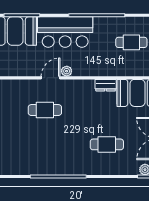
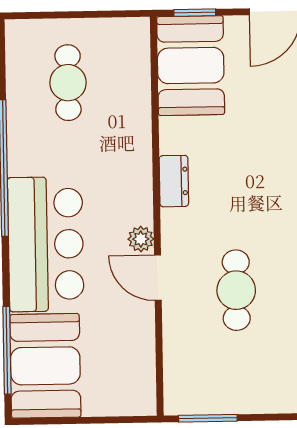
dresser: (106, 85) -> (174, 181), moved

